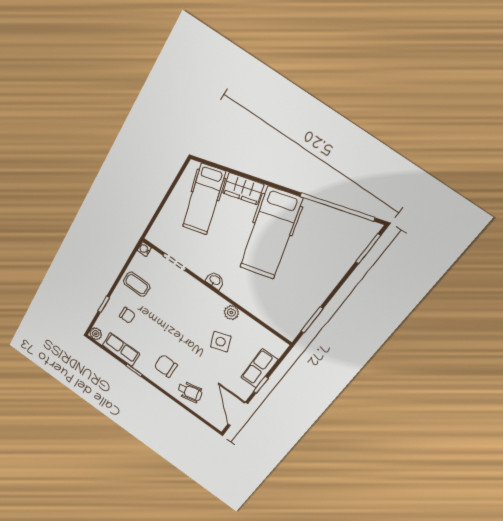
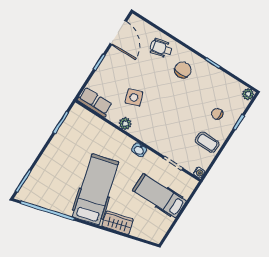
hospital bed: (204, 199) -> (159, 196), moved, turned -75
row of seats: (121, 350) -> (224, 81), removed
chair: (166, 366) -> (183, 70), turned -90
row of seats: (259, 368) -> (95, 102), moved, turned -90

